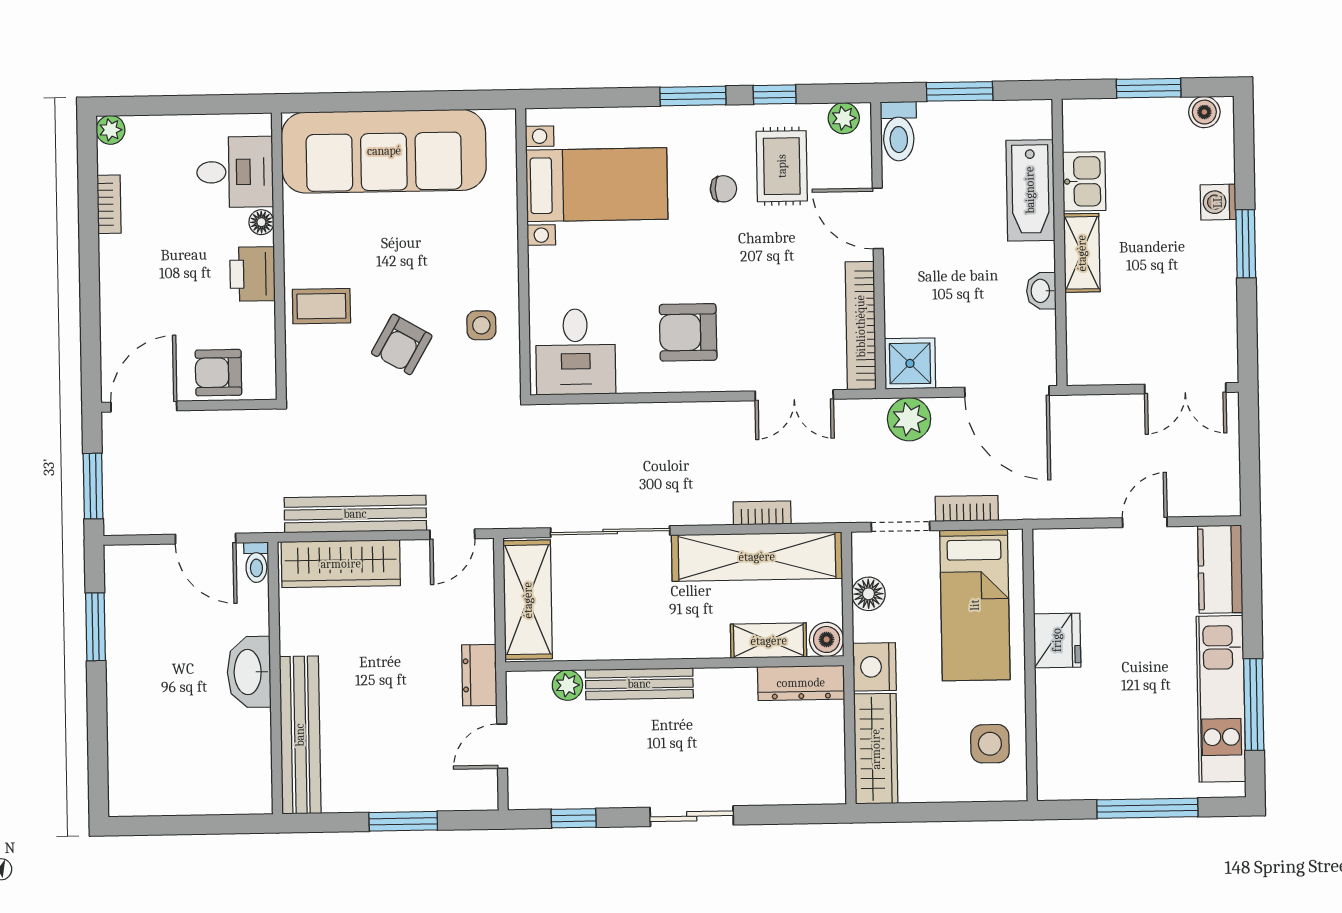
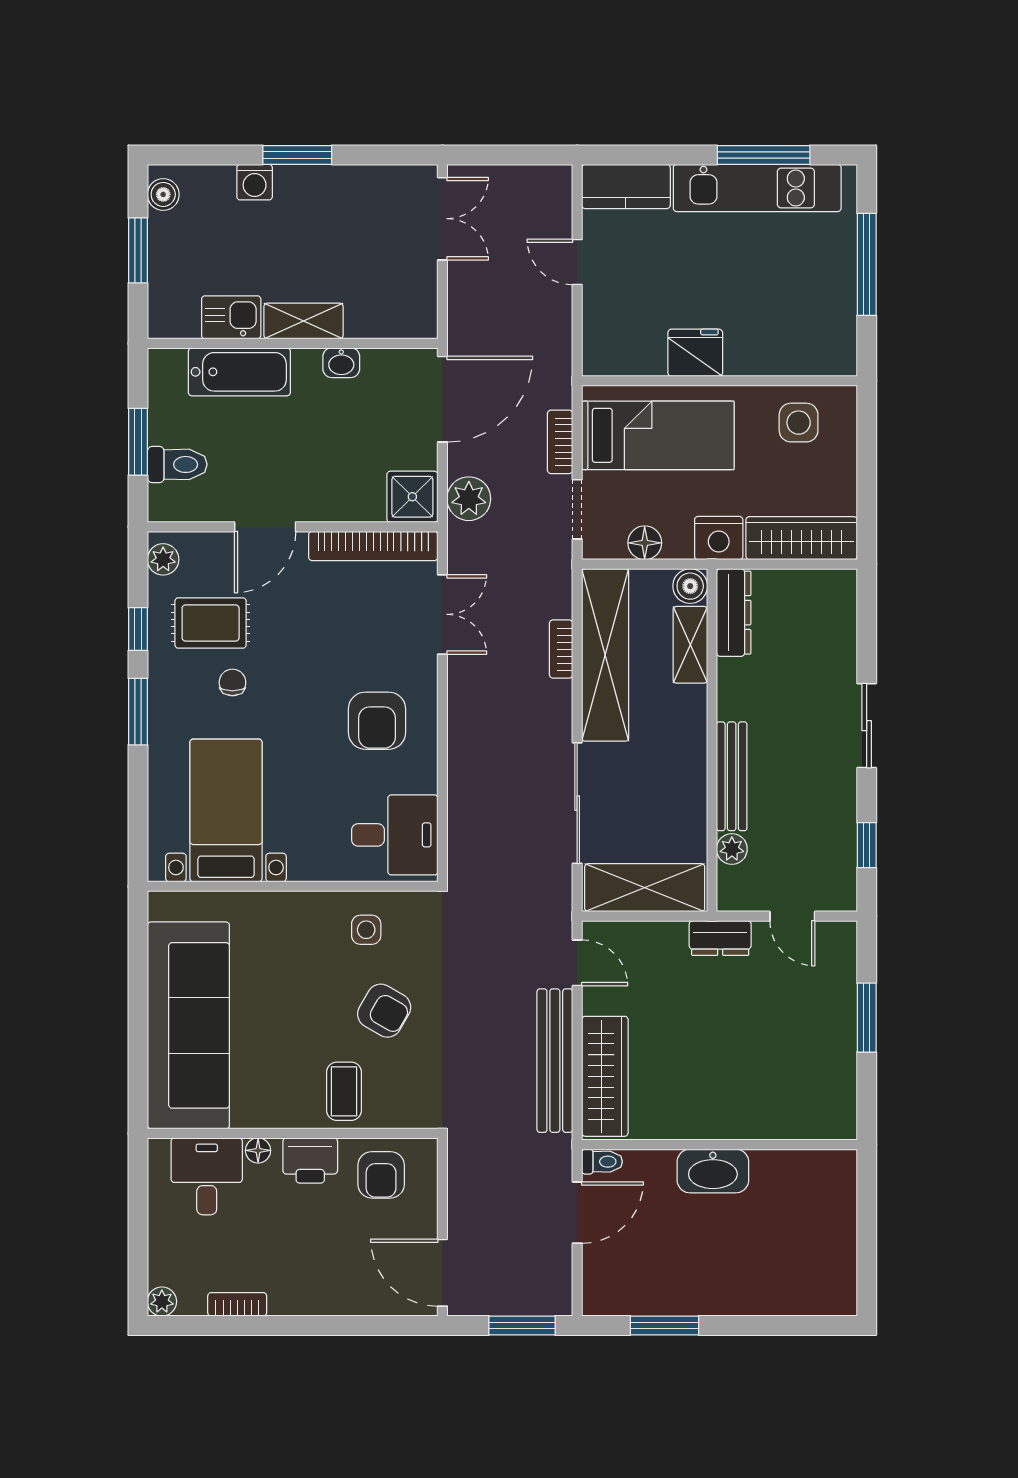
toilet: (899, 131) -> (177, 464), moved
armchair: (218, 373) -> (381, 1175), moved
bench: (300, 735) -> (778, 1120), removed

